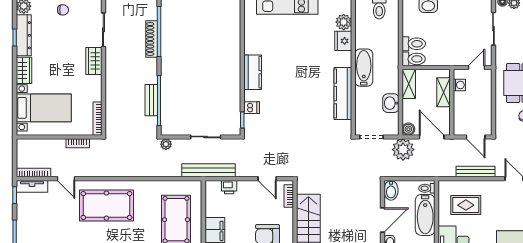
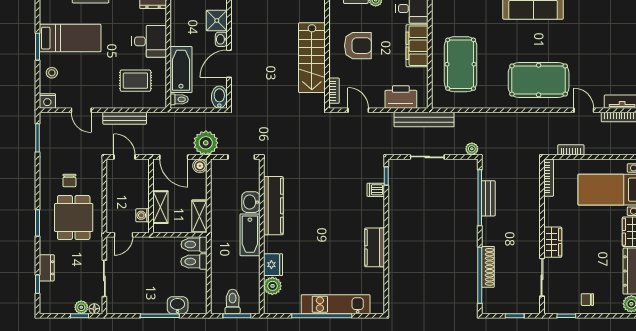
kitchen counter: (253, 72) -> (375, 247), moved
washbasin: (391, 103) -> (251, 202), moved, turned 180
printer: (229, 187) -> (401, 97), width x1.87, depth x1.48

